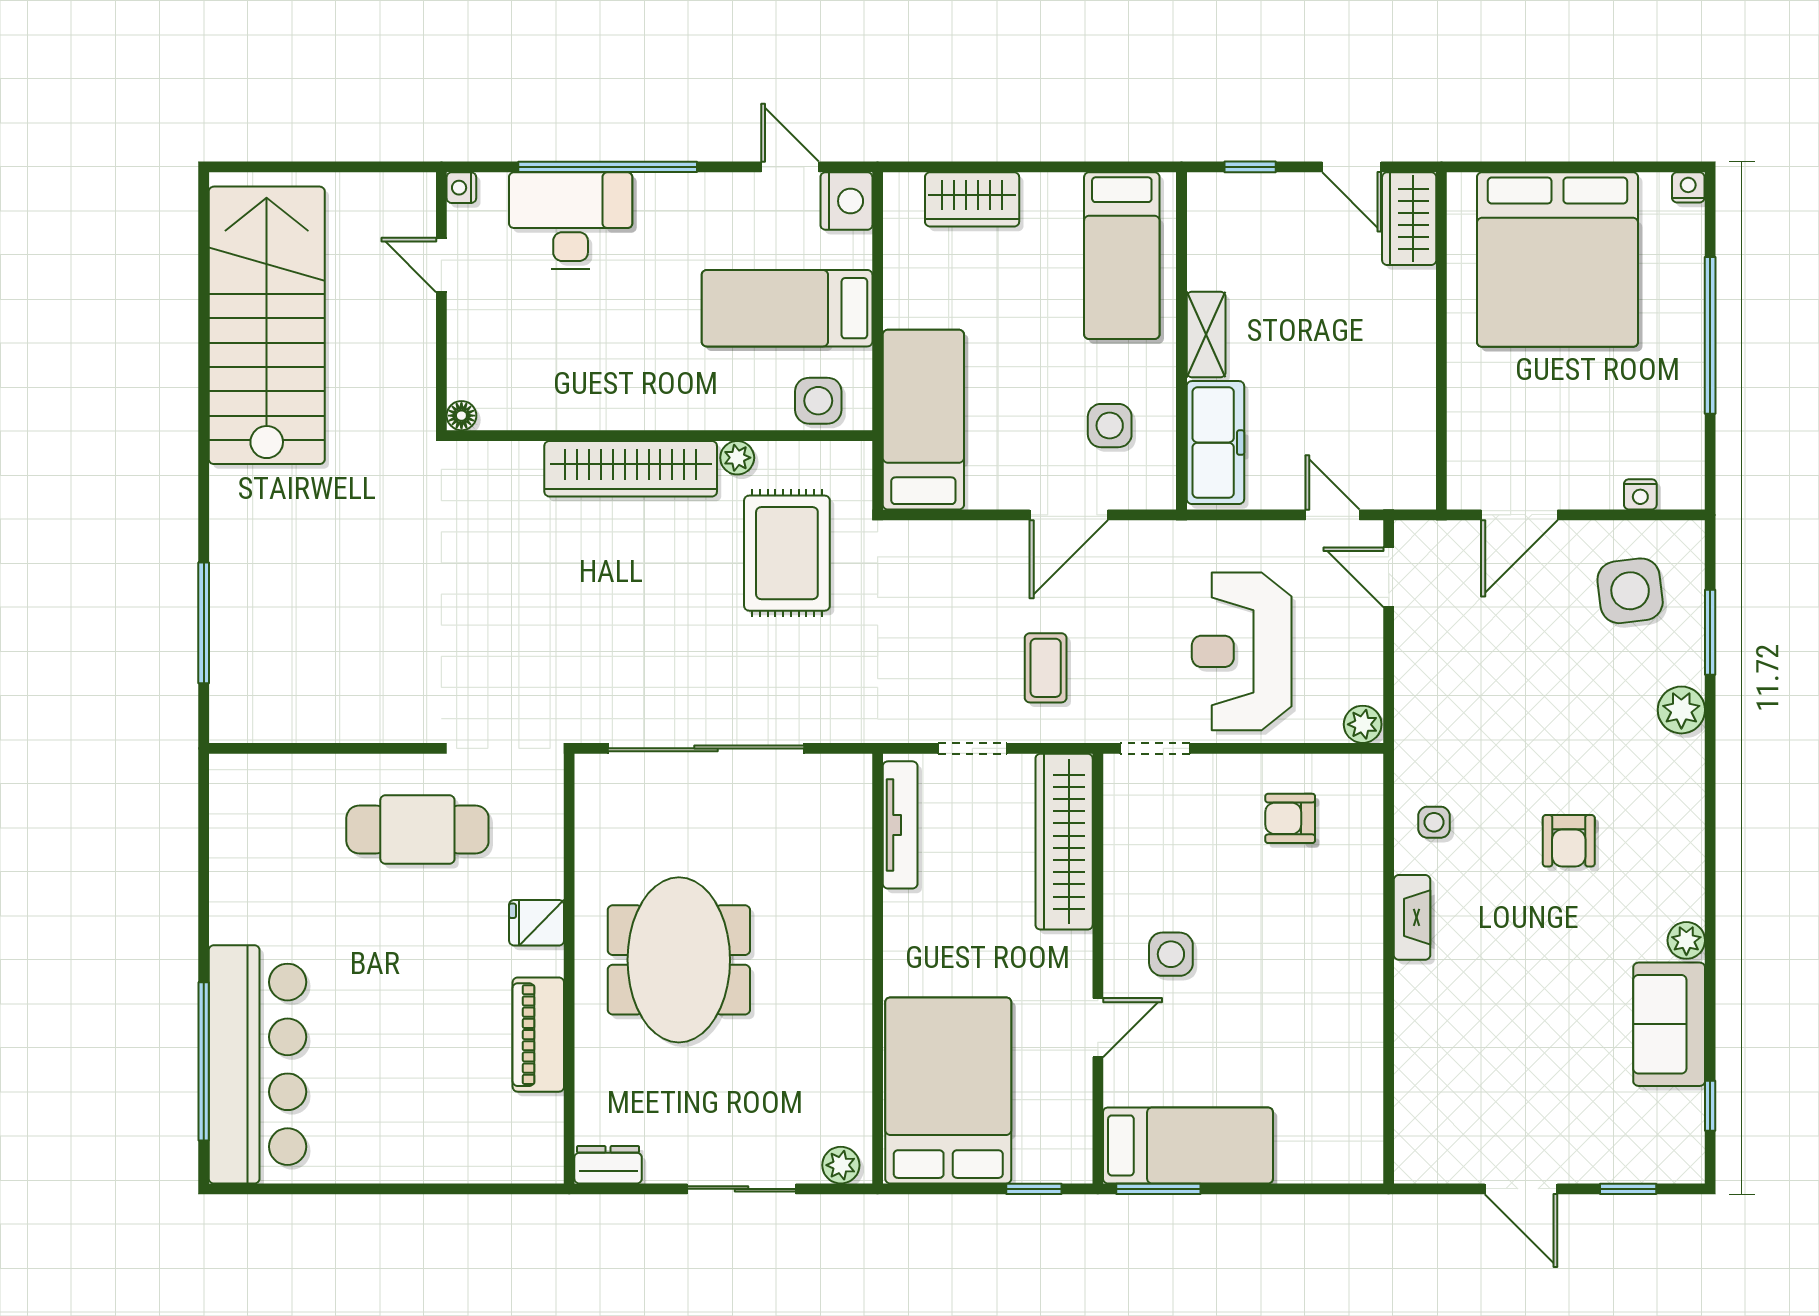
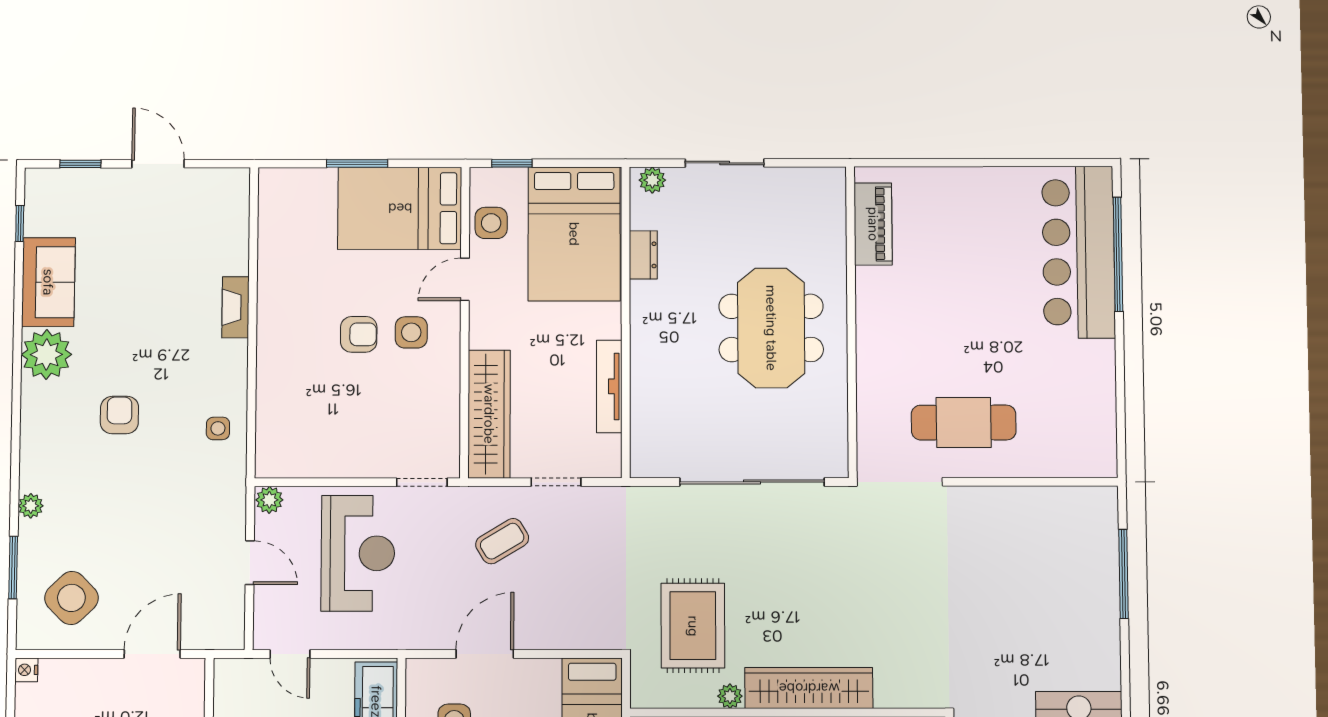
nightstand: (1640, 494) -> (26, 670), moved, turned -90
door: (1389, 577) -> (250, 563), moved
side table: (1630, 591) -> (71, 598), turned -37
coffee table: (1046, 668) -> (502, 541), turned 59
plant: (1681, 710) -> (31, 506), width x0.73, depth x0.73
armchair: (1290, 818) -> (359, 334), moved
tv unit: (900, 825) -> (609, 386), moved
fireplace: (1412, 917) -> (235, 307), moved
fridge: (537, 923) -> (875, 355), removed
plant: (1686, 940) -> (46, 354), width x1.88, depth x1.88
piano: (538, 1035) -> (873, 224), moved
side table: (1062, 1106) -> (491, 223), added
bed: (1188, 1145) -> (400, 208), width x1.50
dresser: (608, 1165) -> (643, 255), moved, turned -90
window: (1158, 1189) -> (357, 163), moved

